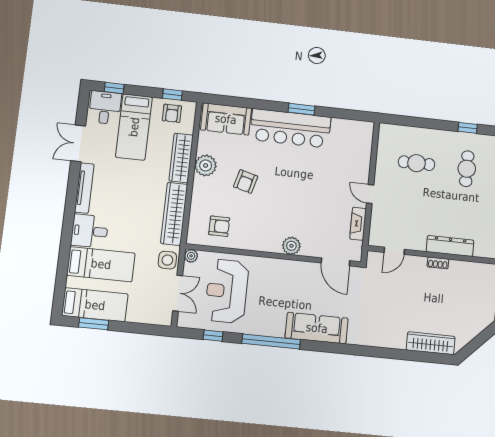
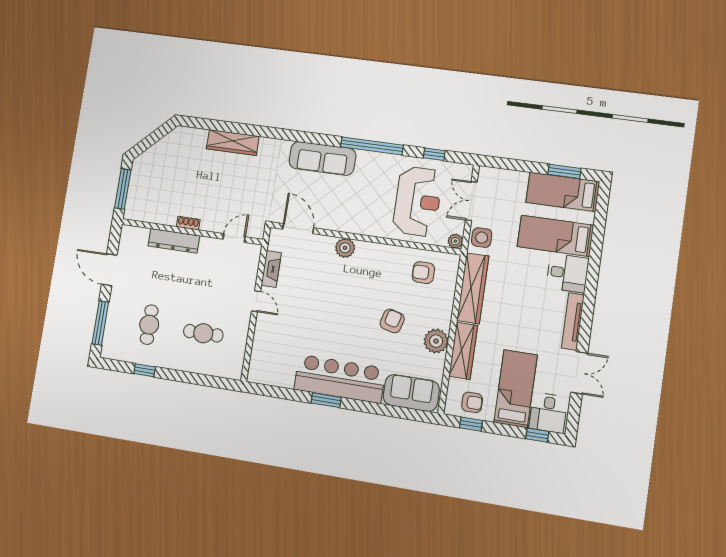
armchair: (172, 113) -> (472, 402), turned 90
wardrobe: (431, 343) -> (233, 142), moved

